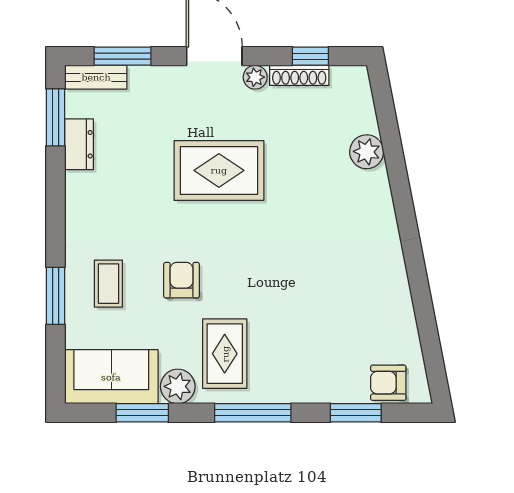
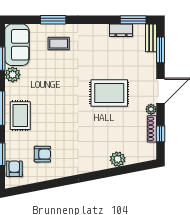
rug: (219, 170) -> (109, 93), turned 90
armchair: (182, 280) -> (42, 154), moved
rug: (225, 354) -> (20, 116), moved, turned 90

